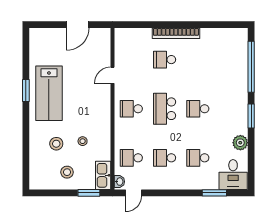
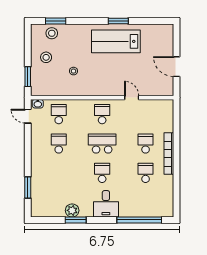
window: (251, 116) -> (76, 220), moved
stool: (56, 144) -> (52, 33), moved
school desk: (198, 158) -> (146, 173), moved
window: (26, 161) -> (56, 21), added
kitchen sink: (103, 175) -> (43, 89), removed
desk: (233, 175) -> (106, 204), moved, turned -90

